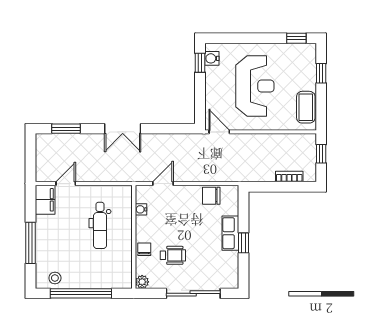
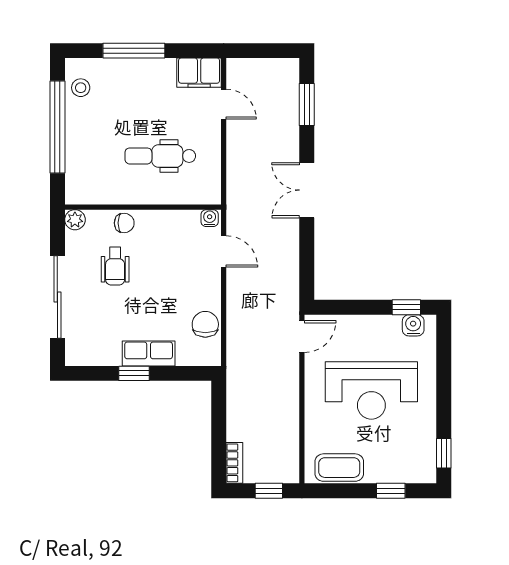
bookcase: (289, 177) -> (234, 463), moved
water cooler: (141, 209) -> (210, 218), moved

